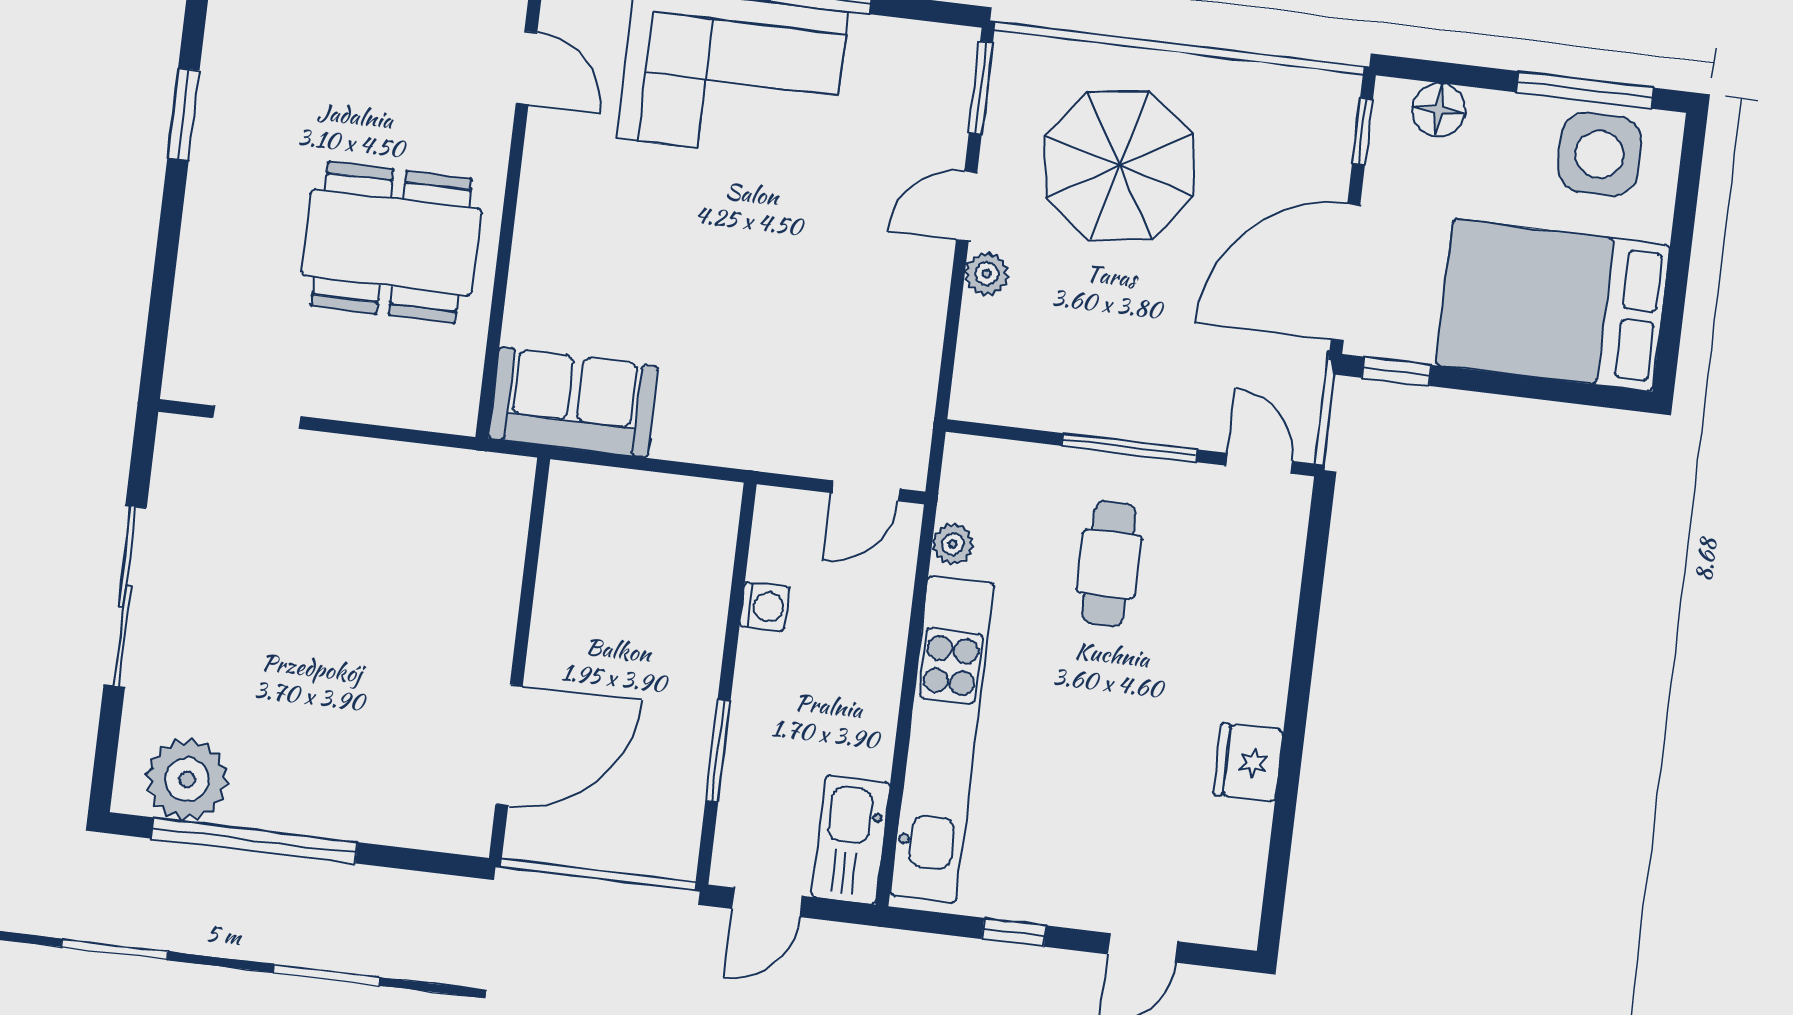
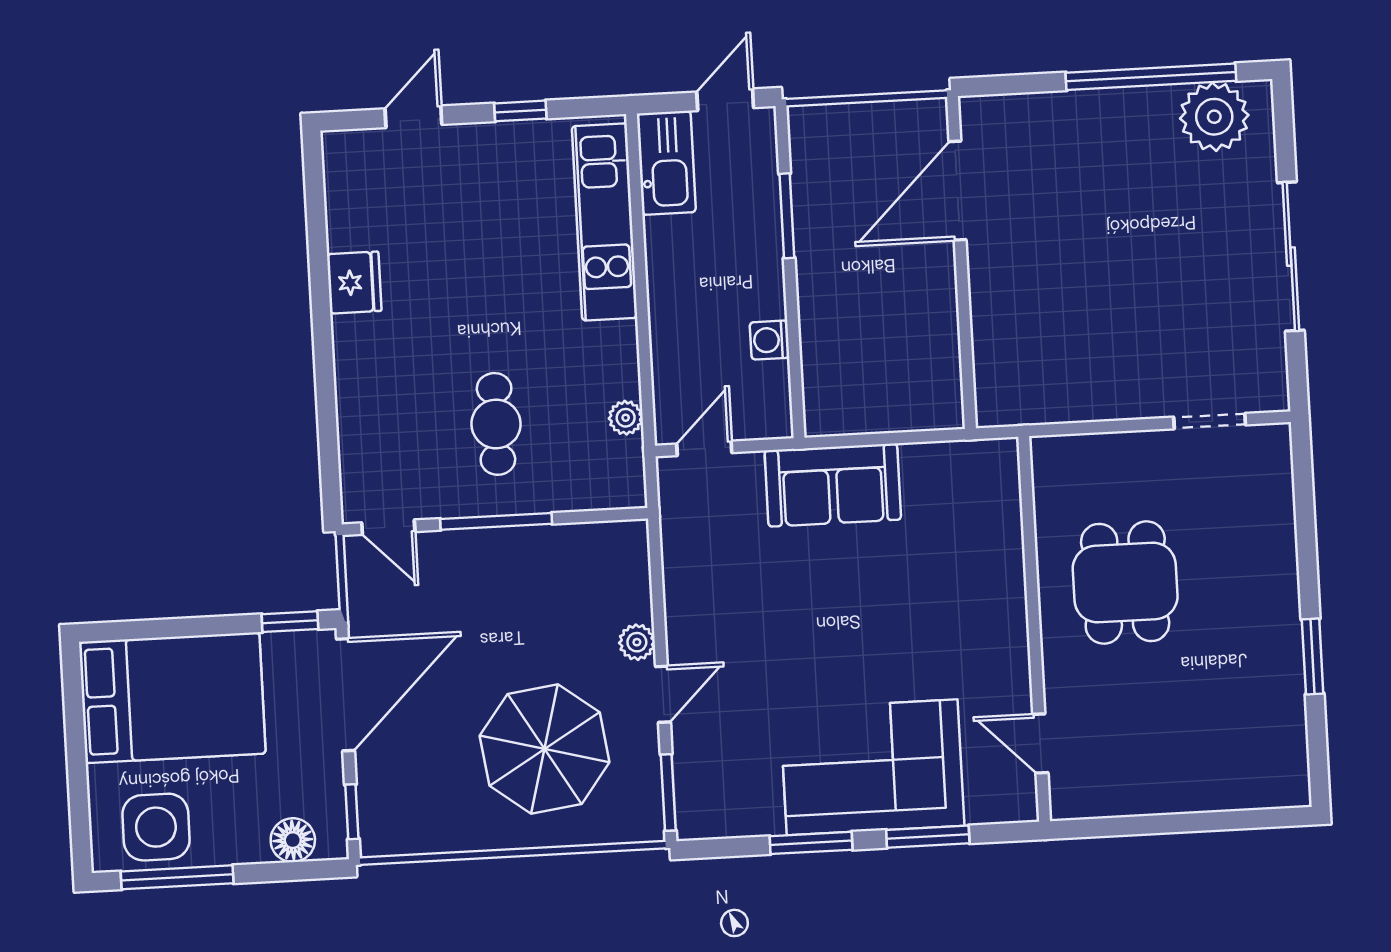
dining table: (391, 242) -> (1125, 582), width x0.73
sofa: (573, 402) -> (833, 485), moved
kitchen unit: (942, 739) -> (605, 222), width x0.73

